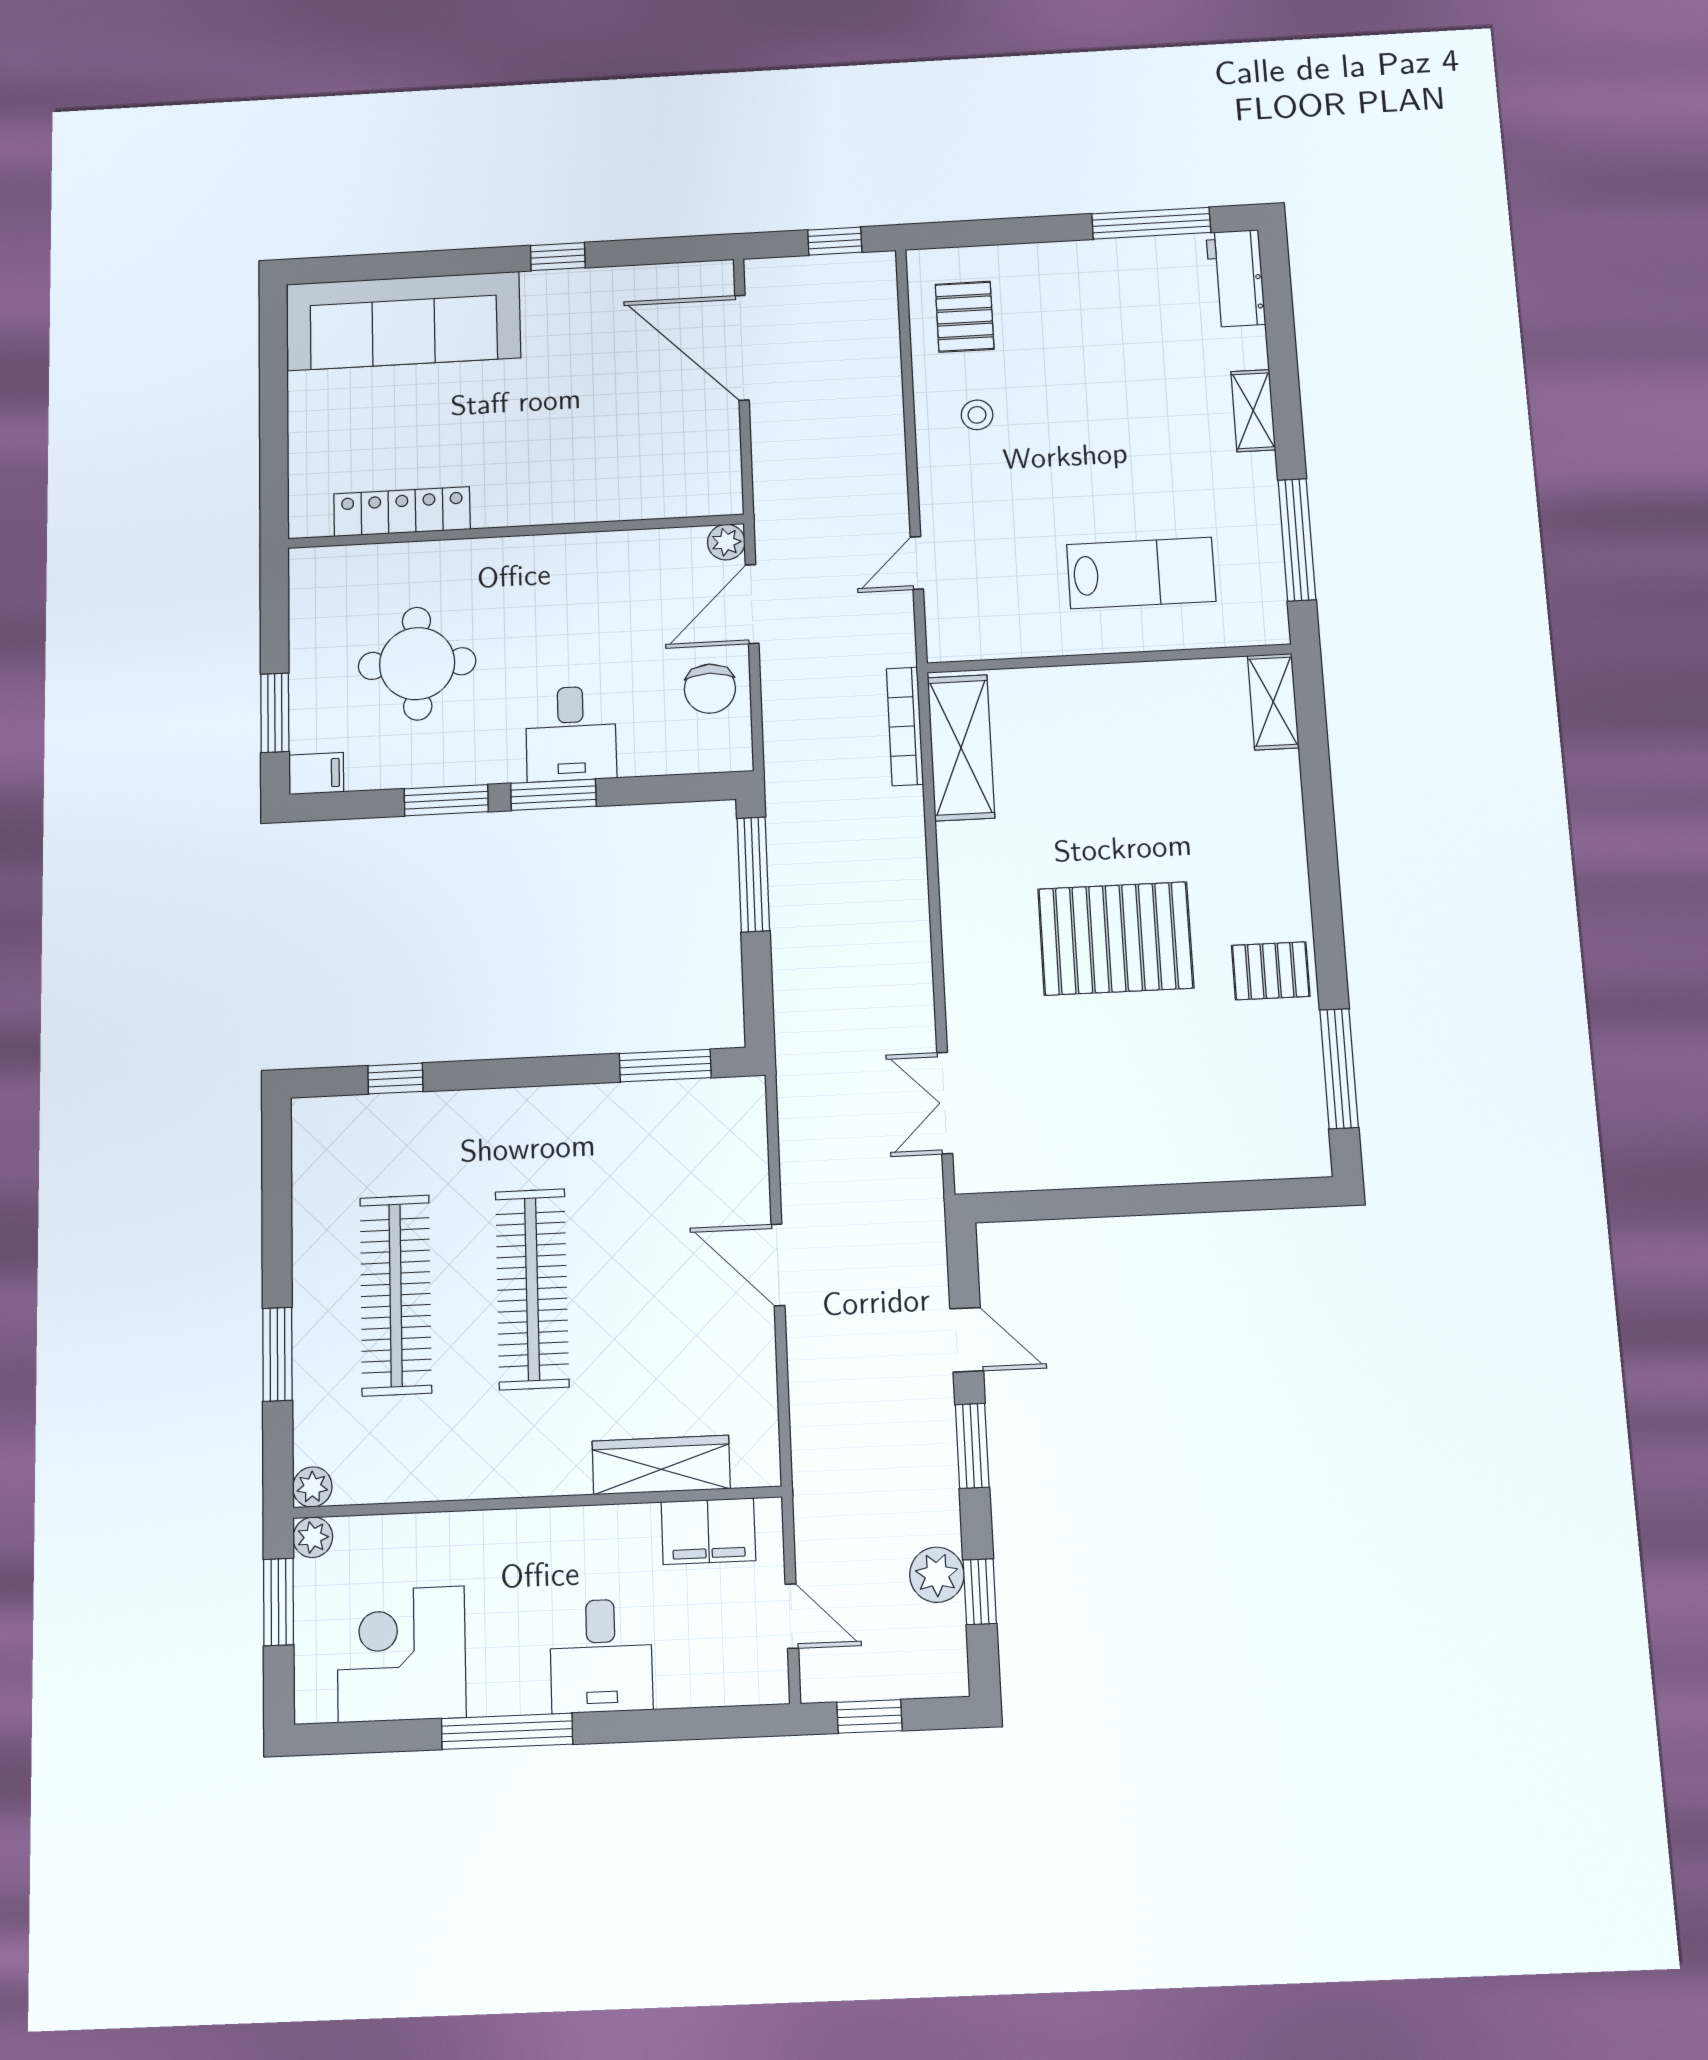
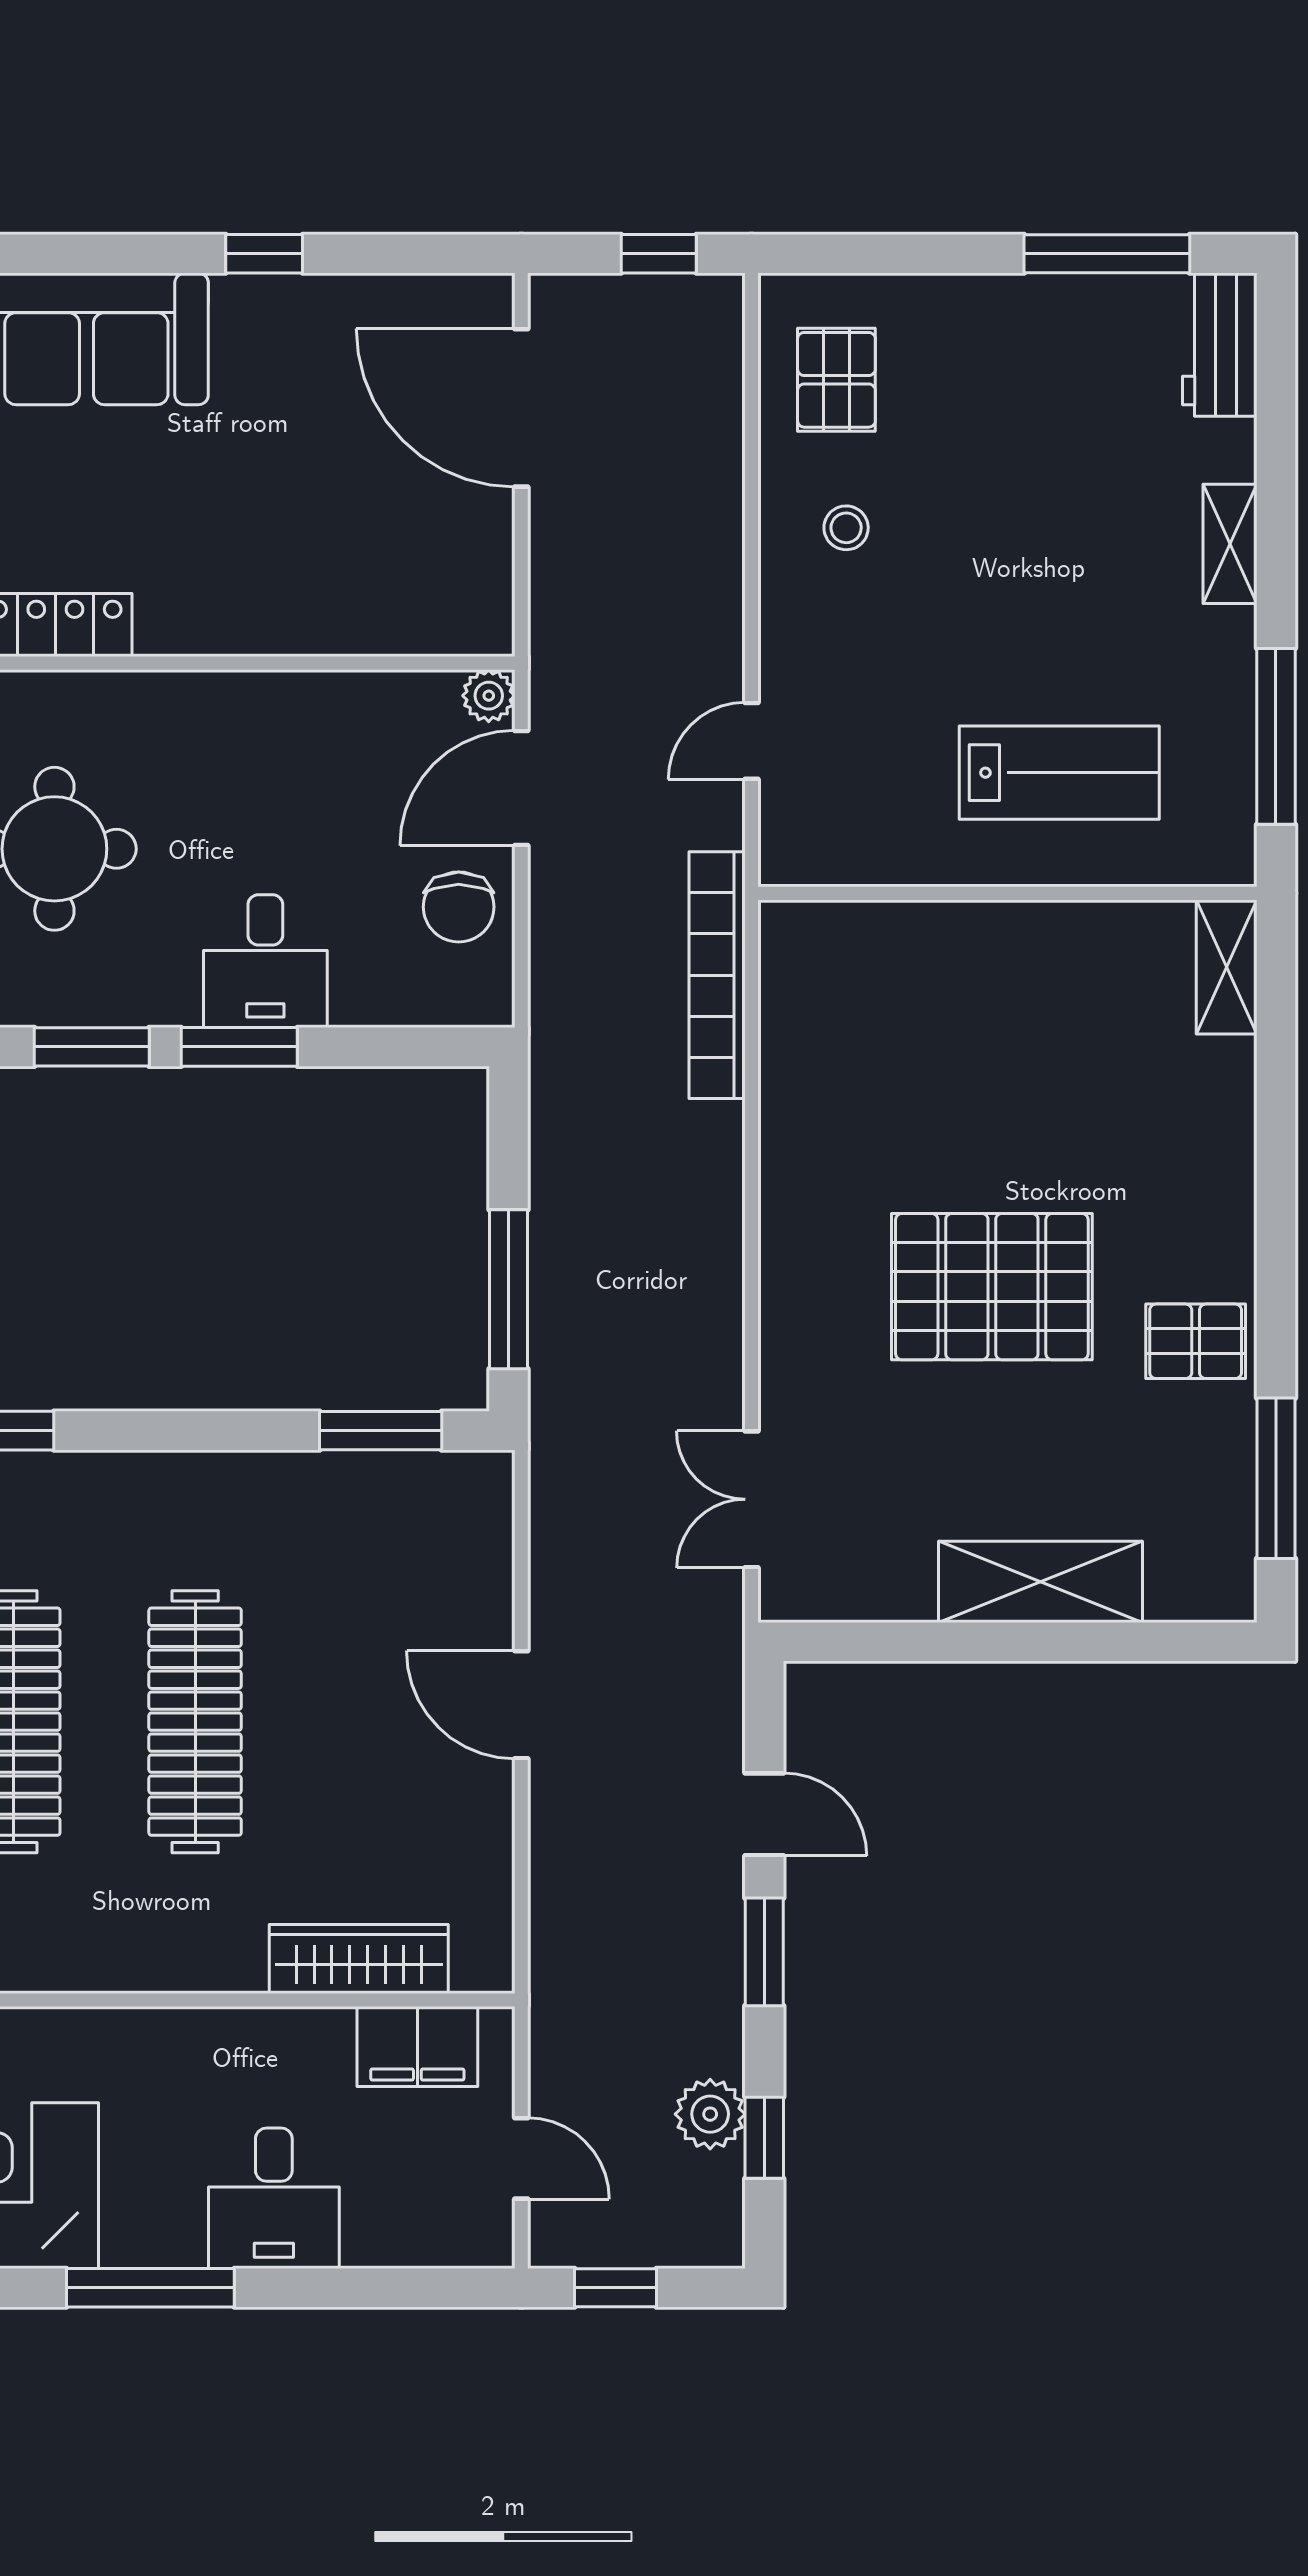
bookcase: (905, 726) -> (717, 975), width x1.48, depth x1.31
shelving: (961, 748) -> (1041, 1582), moved, turned 90
window: (753, 874) -> (508, 1289), moved

